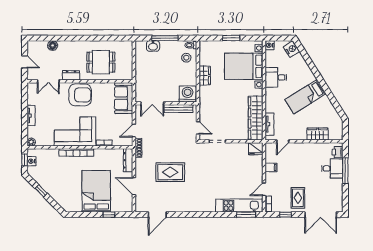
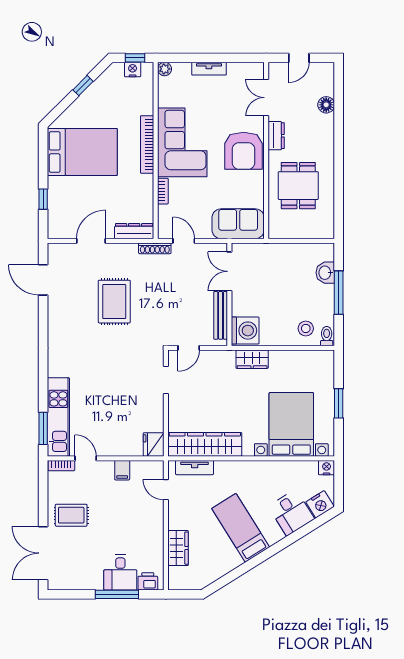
wardrobe: (205, 76) -> (252, 359), moved
desk: (276, 77) -> (291, 513), moved, turned 148
bed: (96, 191) -> (82, 152), moved
window: (286, 215) -> (43, 494), removed

